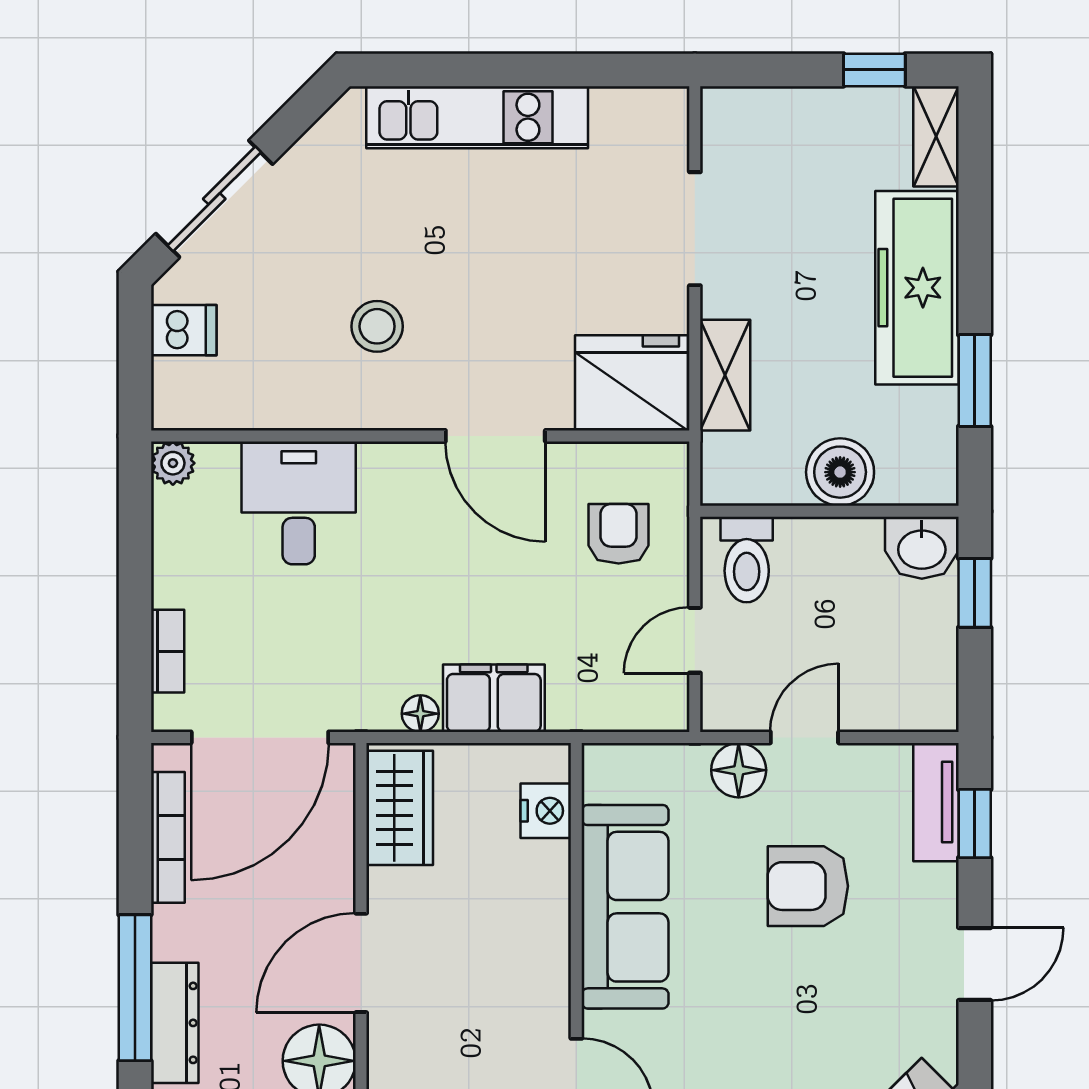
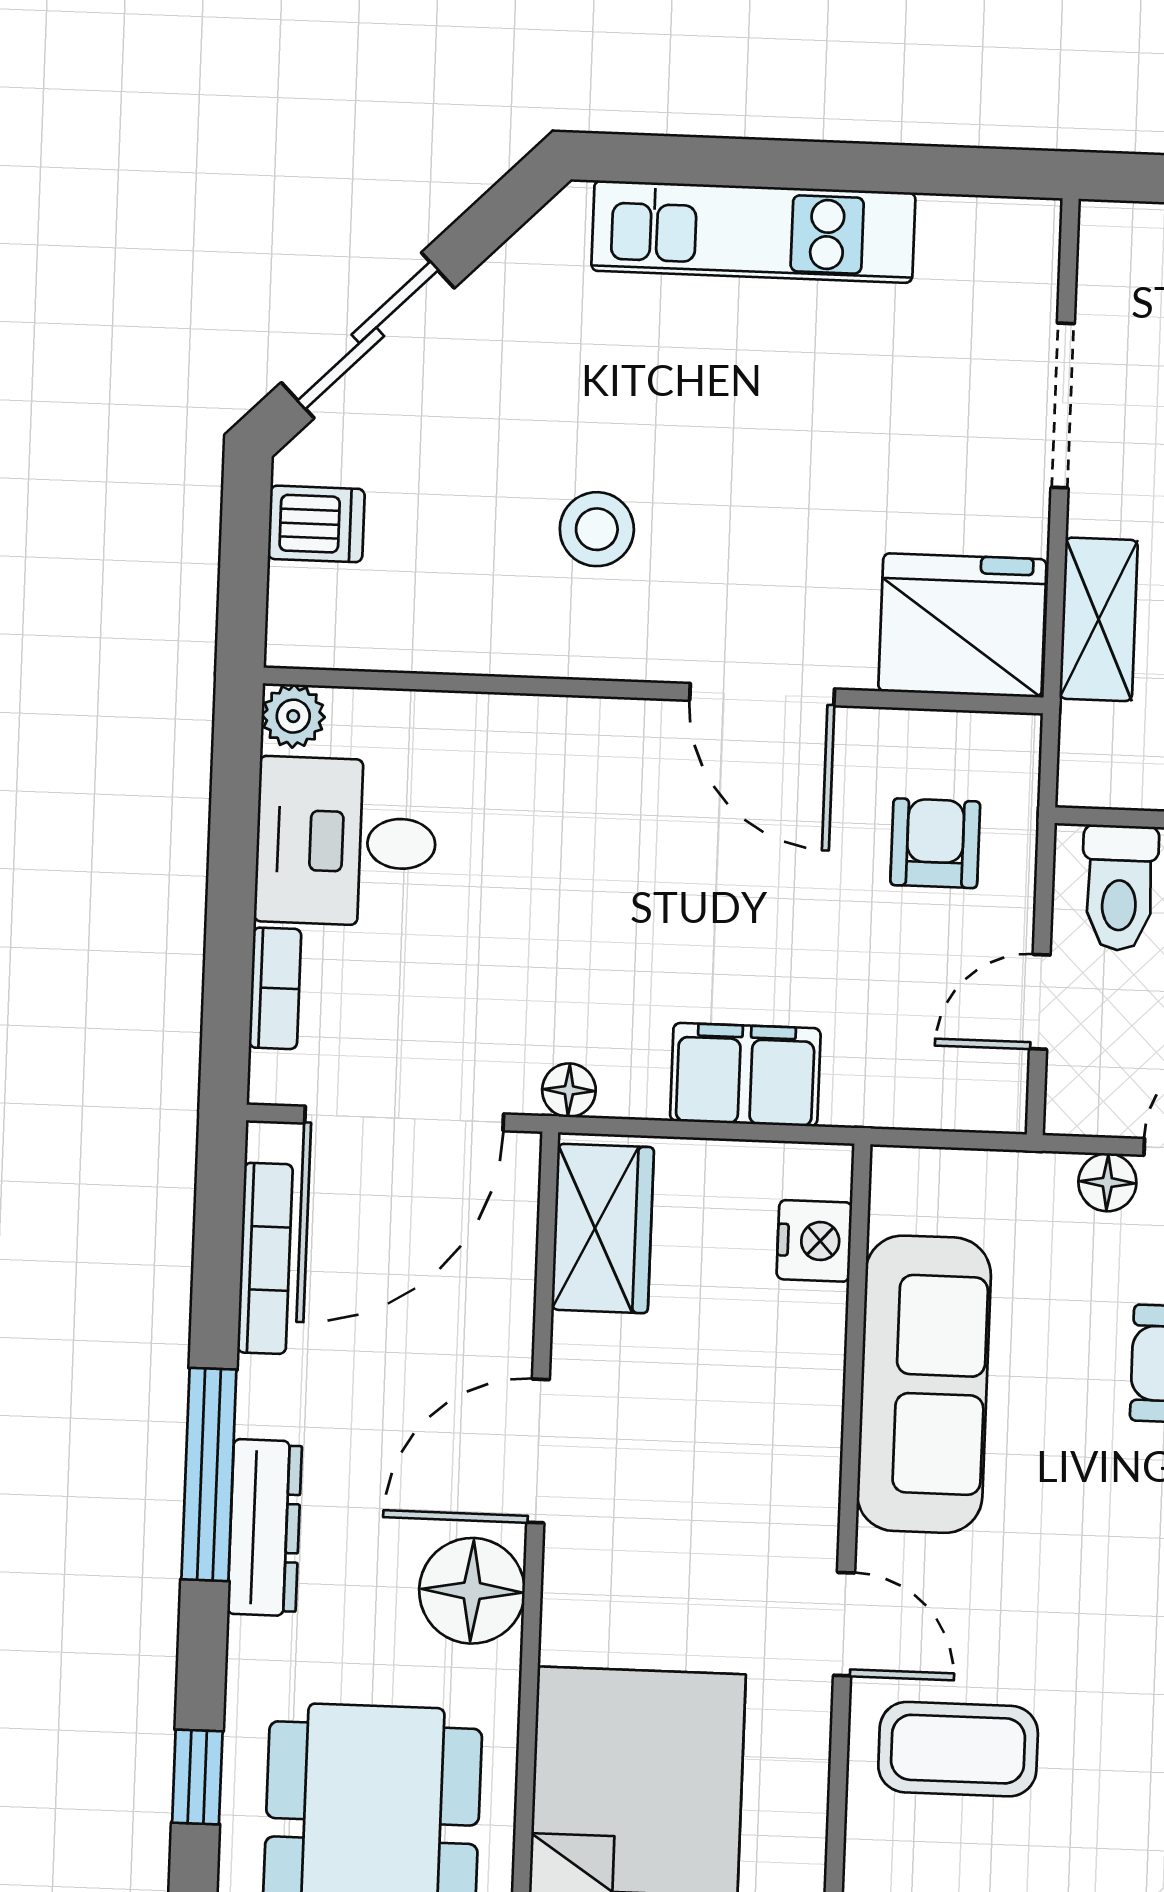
desk: (299, 503) -> (346, 842), moved, turned -90
floor lamp: (420, 714) -> (569, 1090), moved
floor lamp: (739, 770) -> (1107, 1182), width x0.73, depth x0.73

